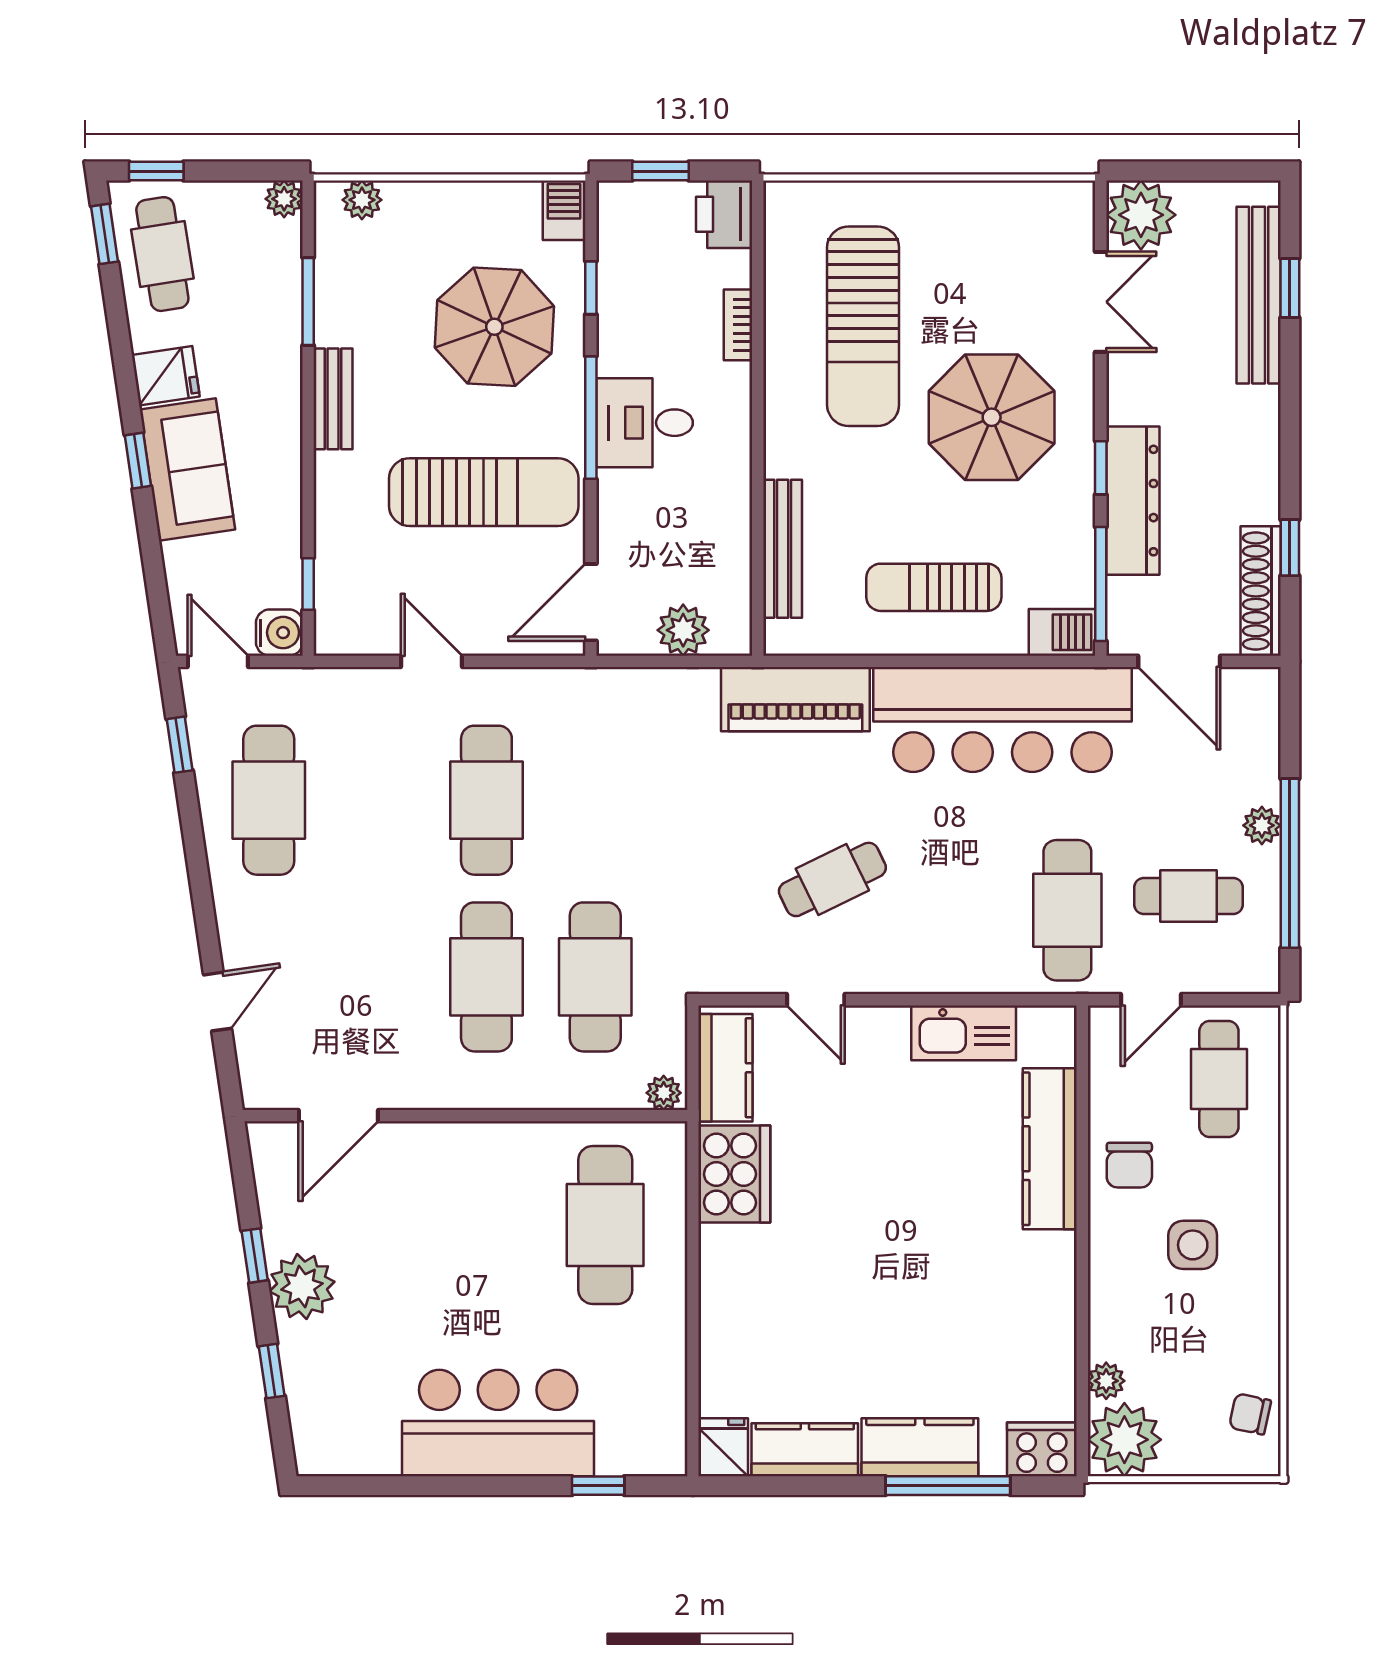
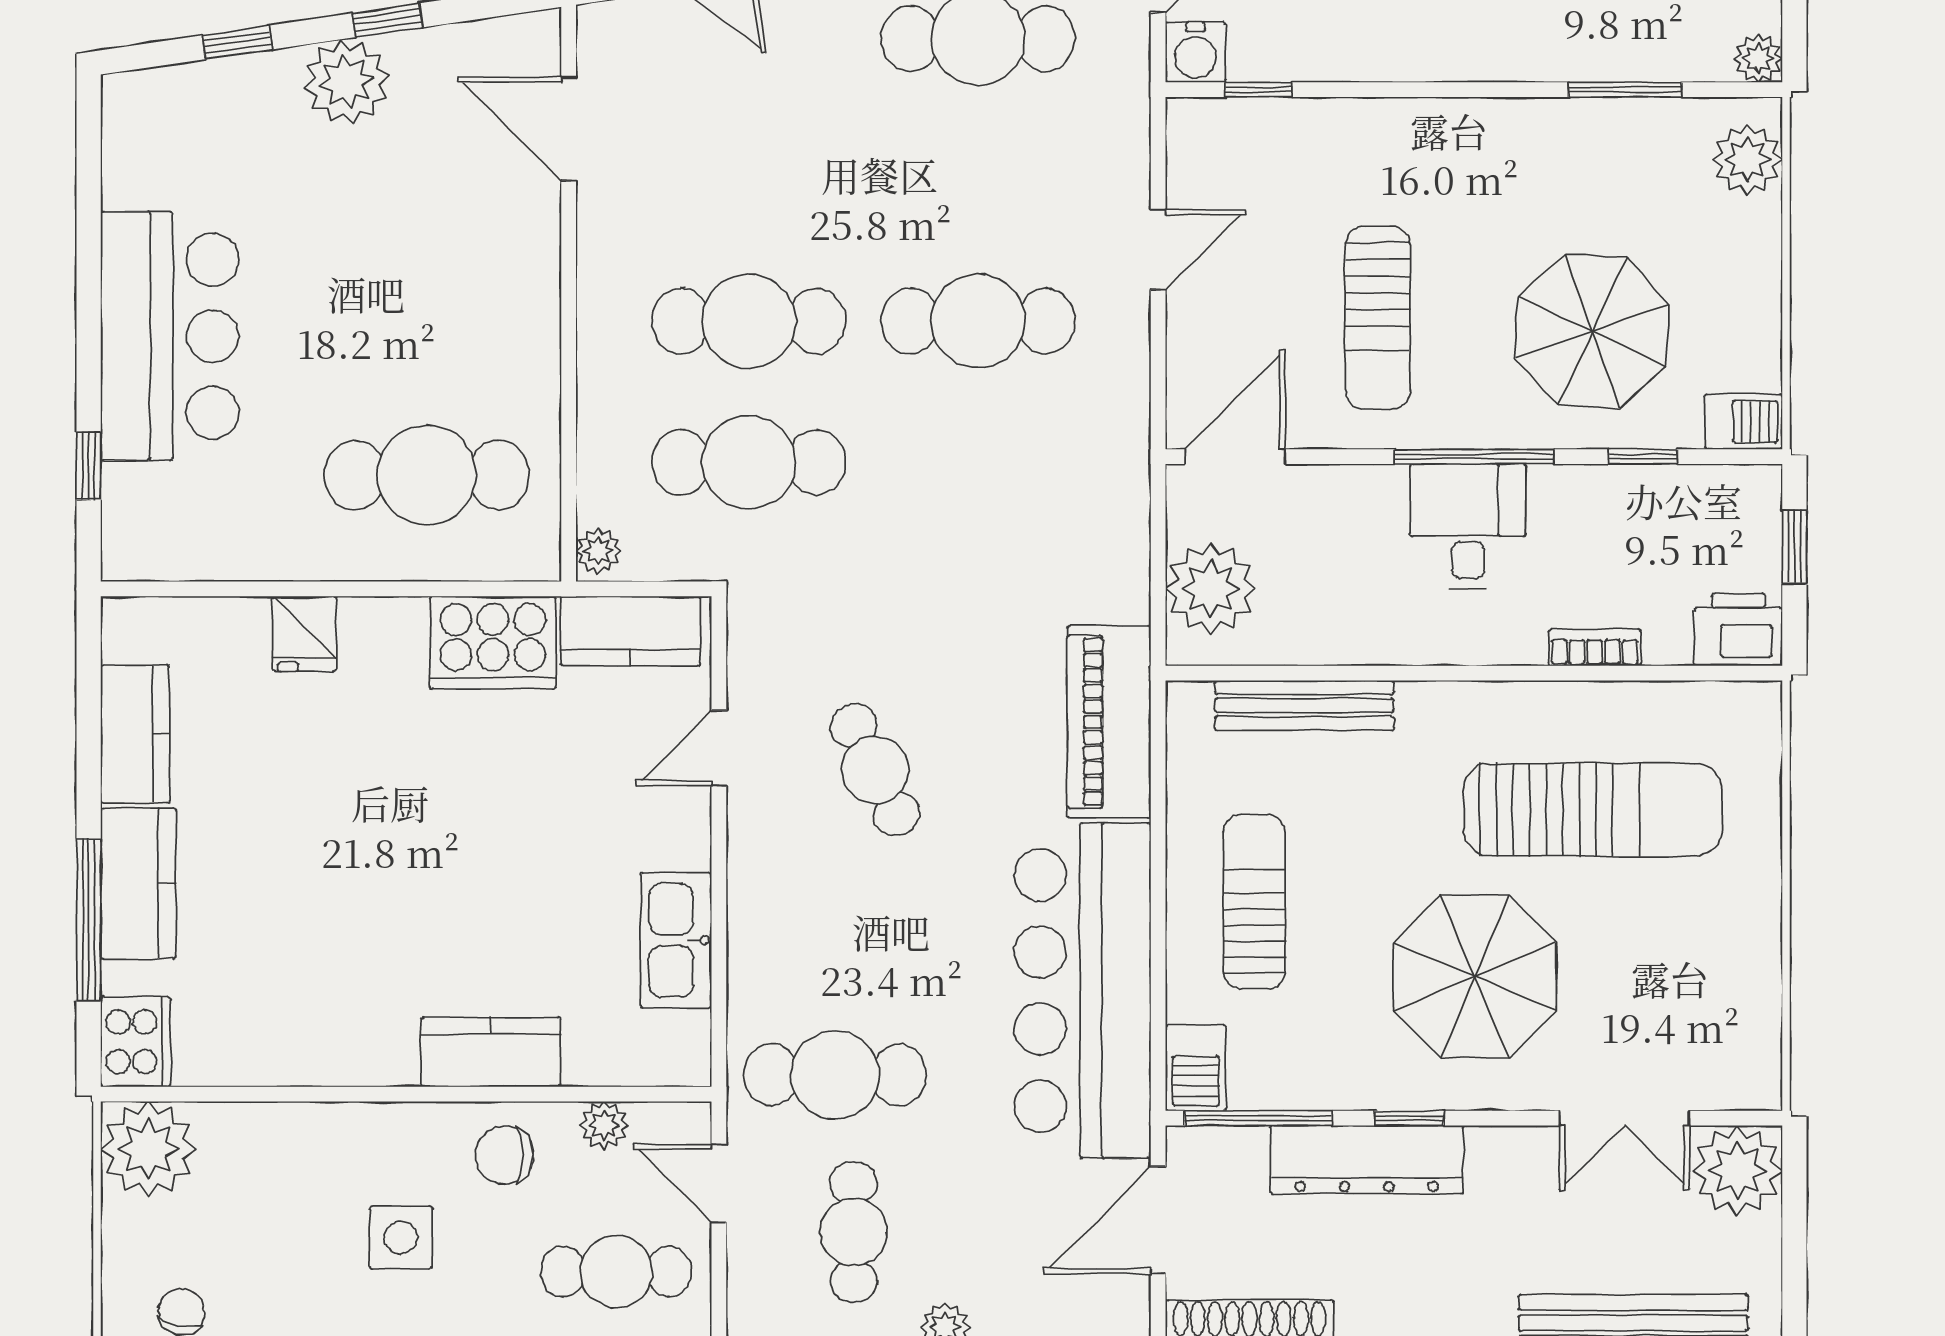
plant: (362, 200) -> (1747, 159), width x1.38, depth x1.38
sun lounger: (863, 326) -> (1593, 810), turned 180
bench: (333, 399) -> (1499, 122), removed
sun lounger: (484, 492) -> (1378, 318), width x0.73, depth x0.75
door: (591, 602) -> (1235, 457), hinge flipped
plant: (683, 630) -> (1211, 588), width x1.36, depth x1.36
kitchen counter: (1050, 1149) -> (491, 1052), width x0.67
plant: (1106, 1381) -> (604, 1125), moved
fridge: (724, 1447) -> (304, 634), moved, turned 90

